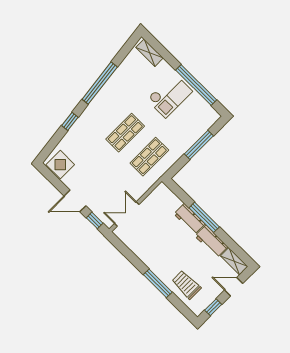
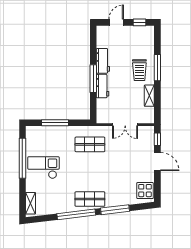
window: (70, 121) -> (115, 210), width x2.17
shop shelf: (125, 133) -> (90, 199), moved
double door: (127, 214) -> (125, 125), moved
shelving: (234, 261) -> (149, 96), moved
trolley: (186, 285) -> (139, 70), moved
door: (234, 287) -> (116, 22), swing flipped

